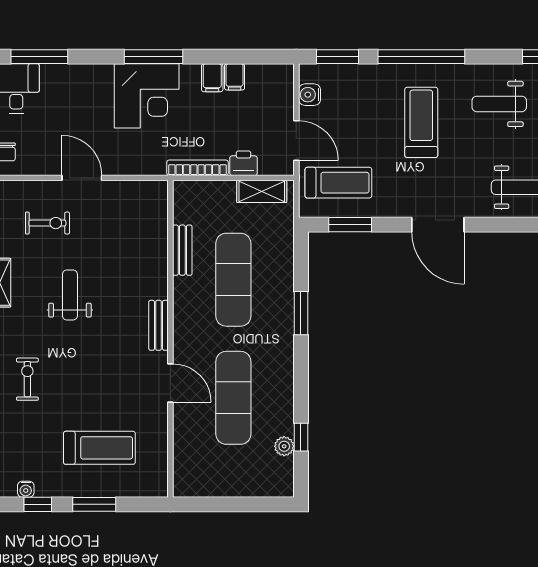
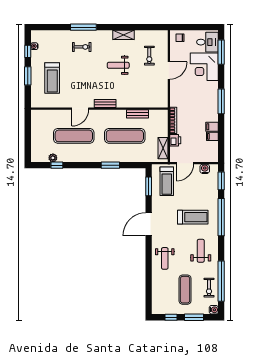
corner desk: (147, 96) -> (204, 67), moved
weight bench: (70, 295) -> (118, 65), turned 180

